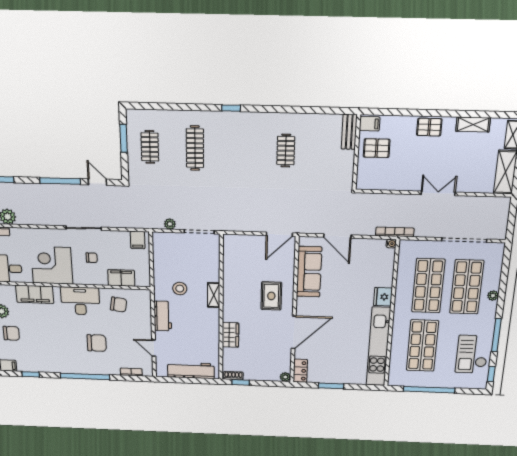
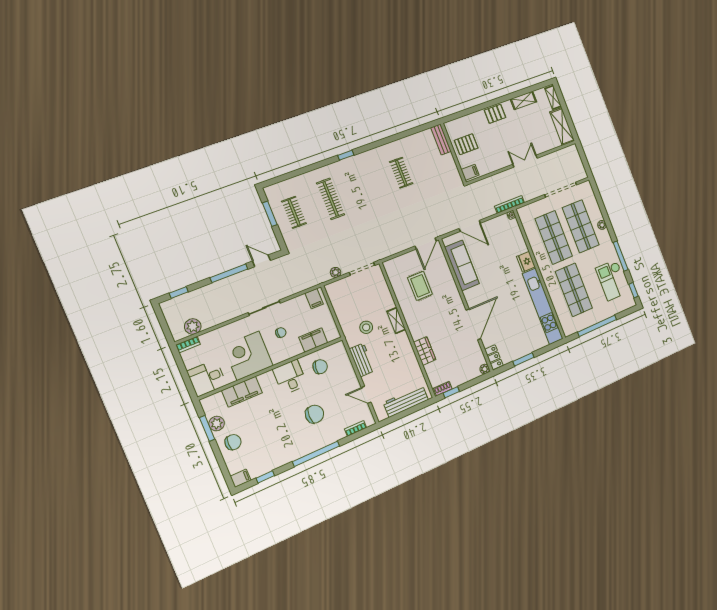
filing cabinet: (370, 124) -> (470, 172), moved
rug: (271, 296) -> (420, 286), moved
desk: (80, 301) -> (290, 377), width x0.73

